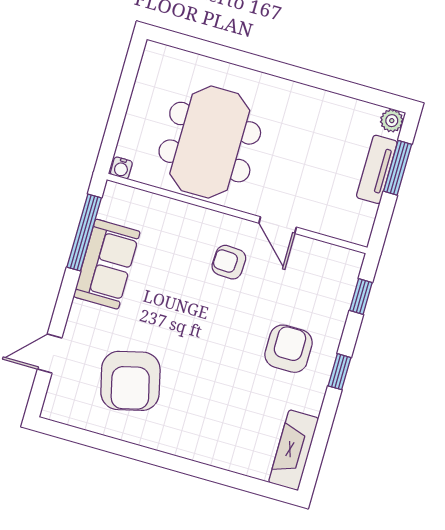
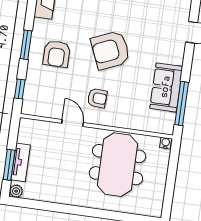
window: (339, 372) -> (26, 45), width x1.50
armchair: (130, 381) -> (110, 50), moved, turned -99

